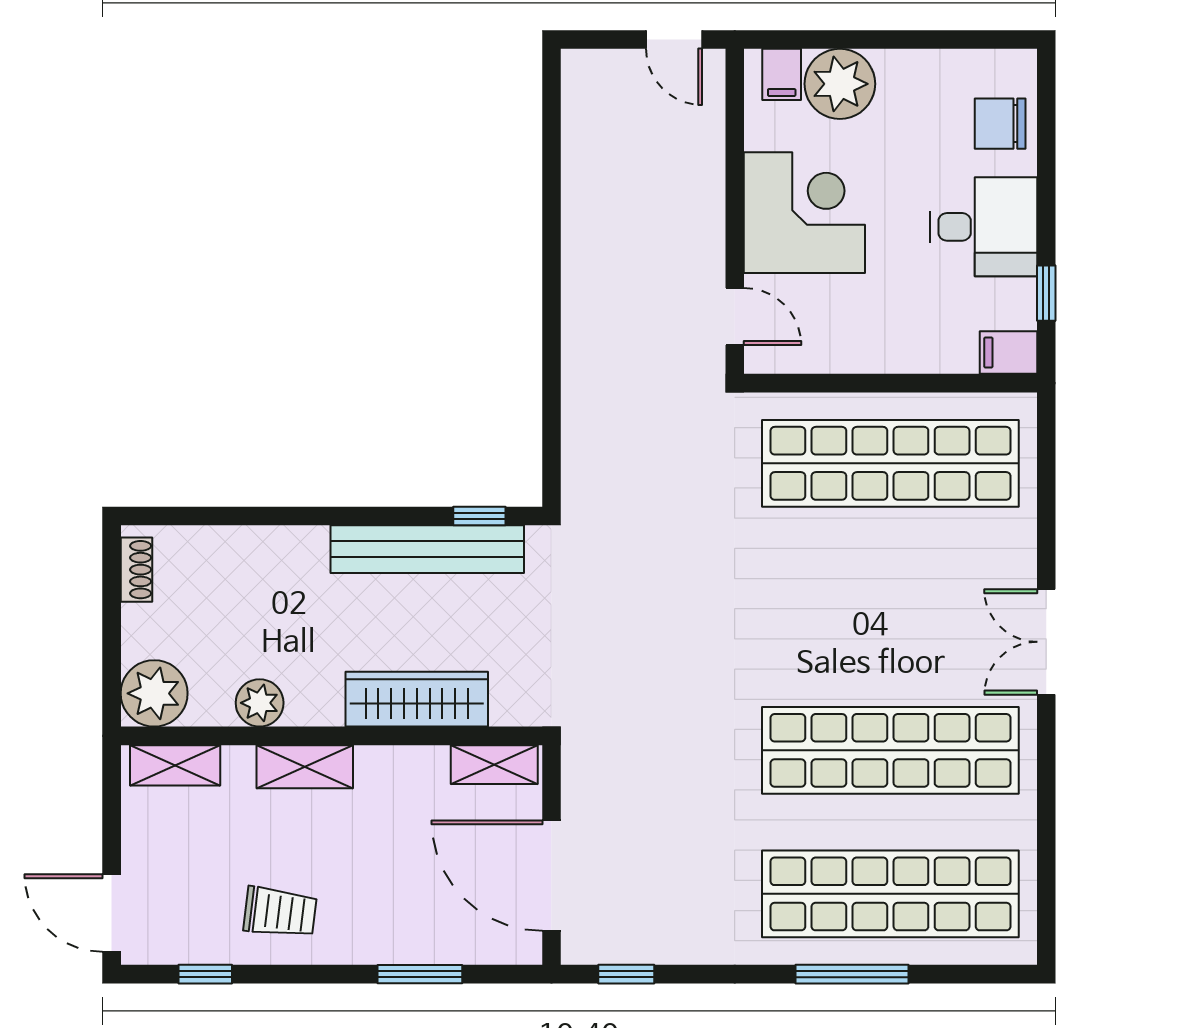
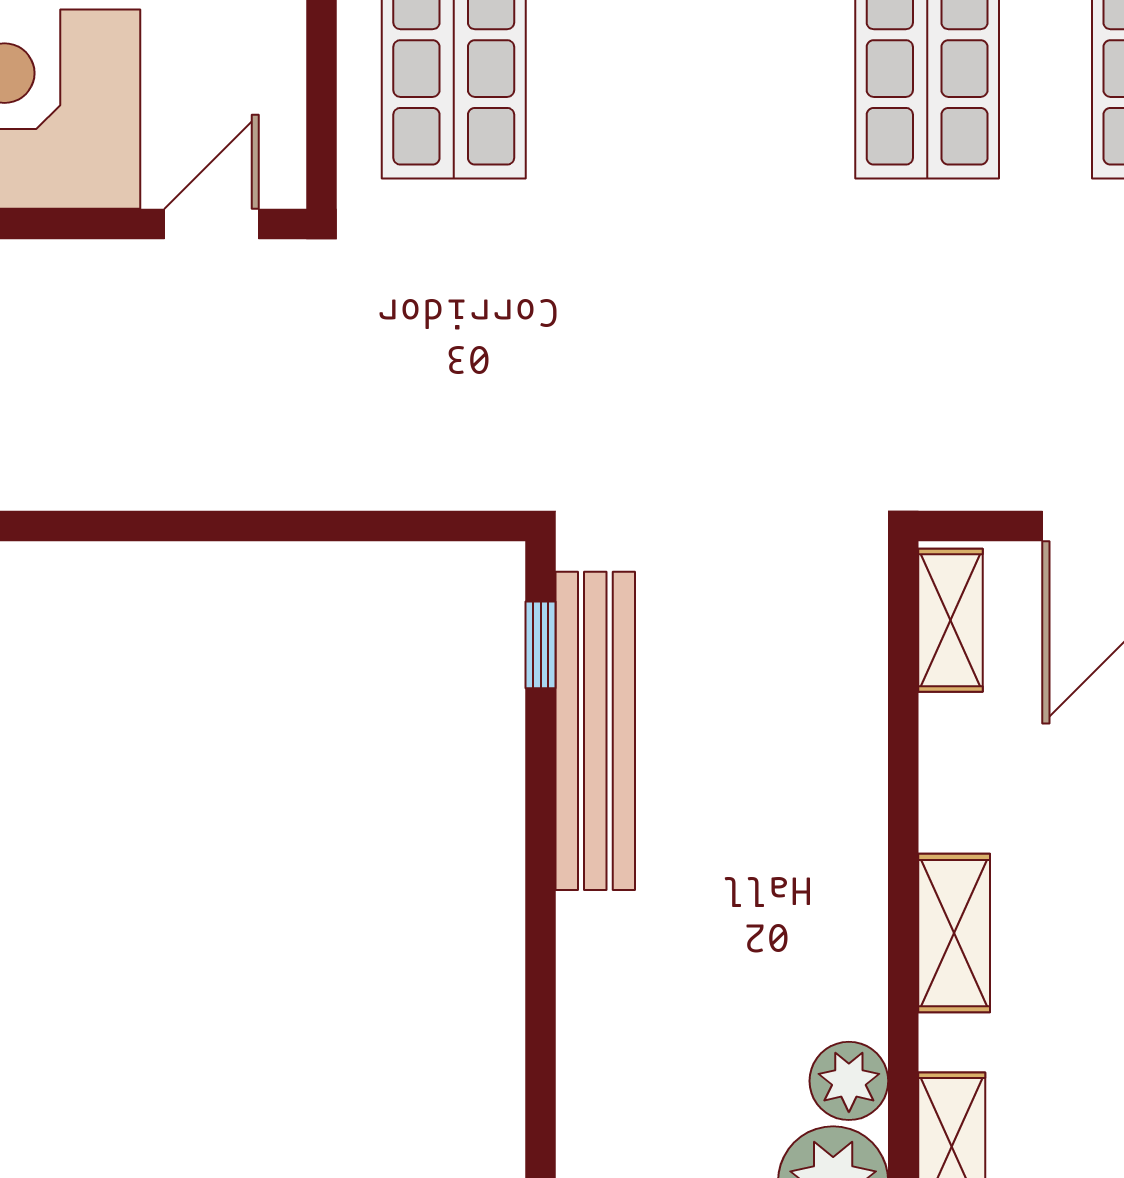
wardrobe: (417, 699) -> (843, 748), removed
plant: (260, 703) -> (849, 1081), moved

